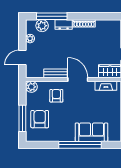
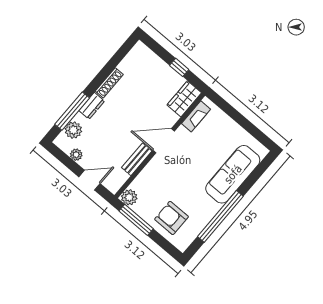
door: (22, 57) -> (90, 180), swing flipped
armchair: (56, 96) -> (162, 179), removed
window: (22, 118) -> (136, 220), moved
sofa: (91, 132) -> (233, 174), width x1.36
window: (80, 145) -> (220, 216), moved

